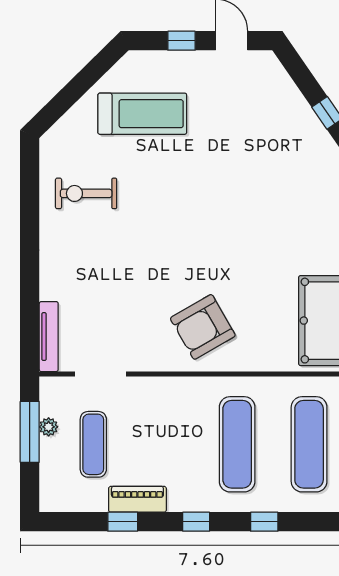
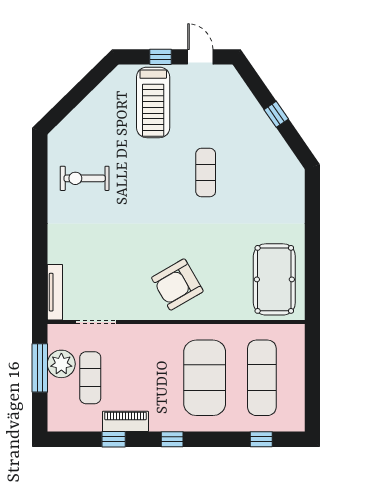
treadmill: (142, 114) -> (153, 102), moved, turned 90
exercise mat: (238, 186) -> (206, 173), added
plant: (49, 427) -> (61, 364), width x1.88, depth x1.88
exercise mat: (237, 444) -> (205, 378), width x1.47
window: (264, 522) -> (261, 439), moved

